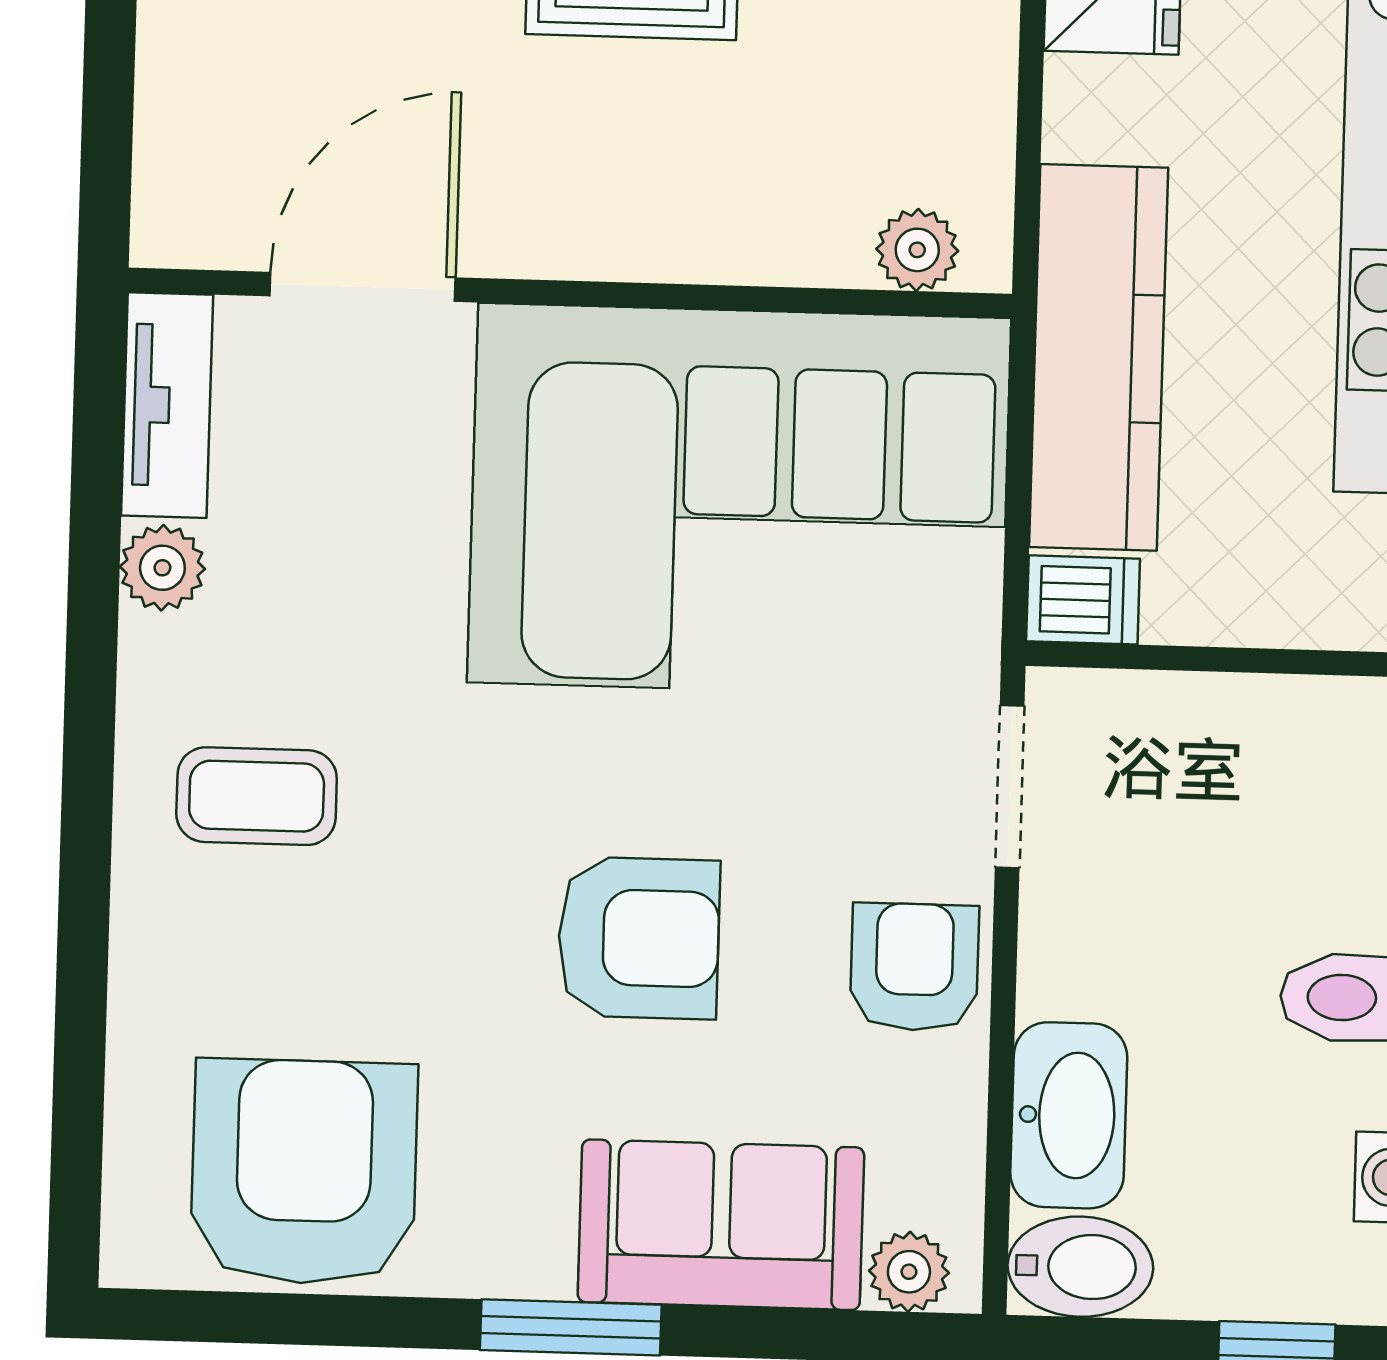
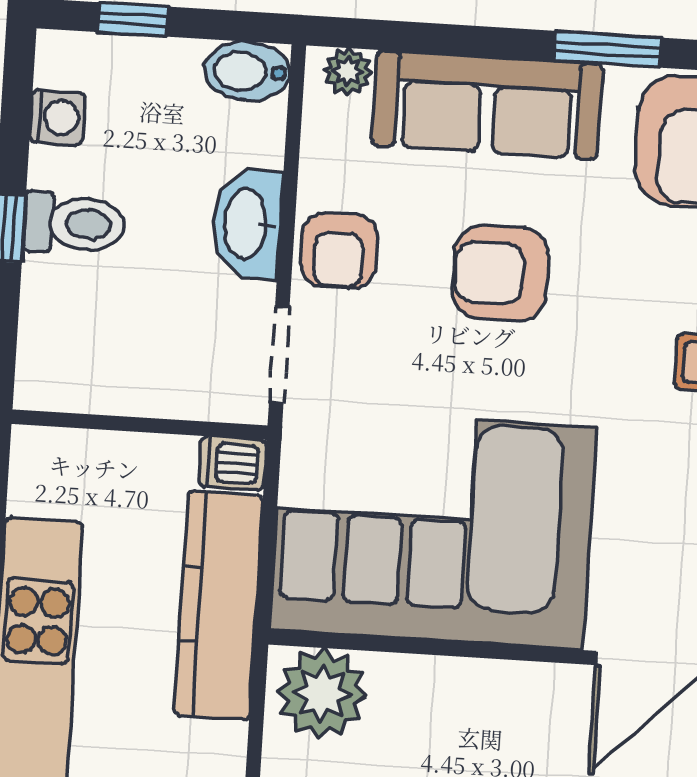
plant: (917, 250) -> (322, 693), width x1.87, depth x1.87
washbasin: (1069, 1115) -> (247, 224), moved
sofa: (721, 1225) -> (487, 105), width x1.36
window: (571, 1327) -> (607, 49), moved

